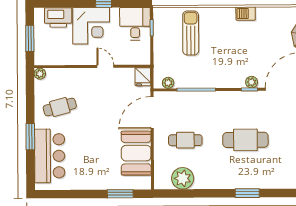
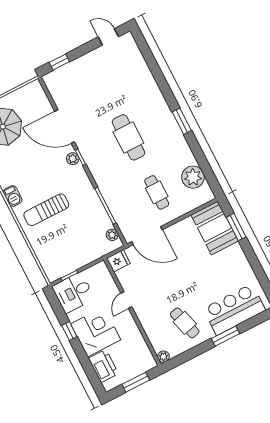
sun lounger: (191, 33) -> (46, 210), moved
booth: (136, 153) -> (215, 228), moved, turned 90
window: (247, 193) -> (182, 121), moved

